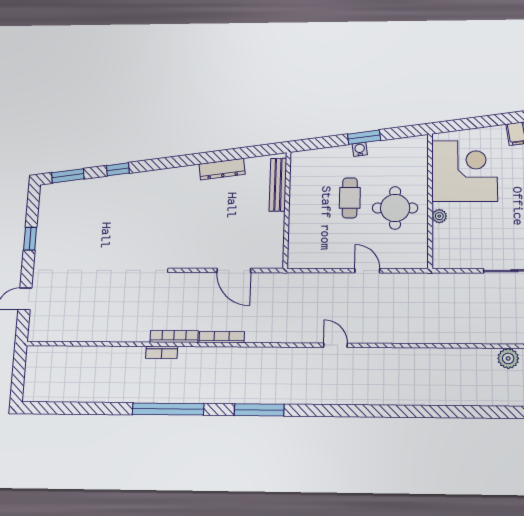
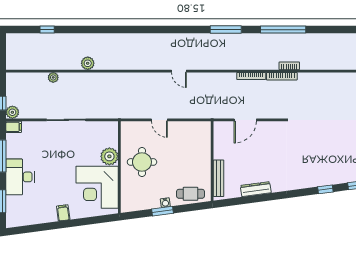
cafe table: (350, 198) -> (191, 194), moved, turned 90
plant: (439, 216) -> (109, 156), width x1.88, depth x1.88
door: (234, 270) -> (245, 120), swing flipped
plant: (508, 358) -> (88, 63), moved

